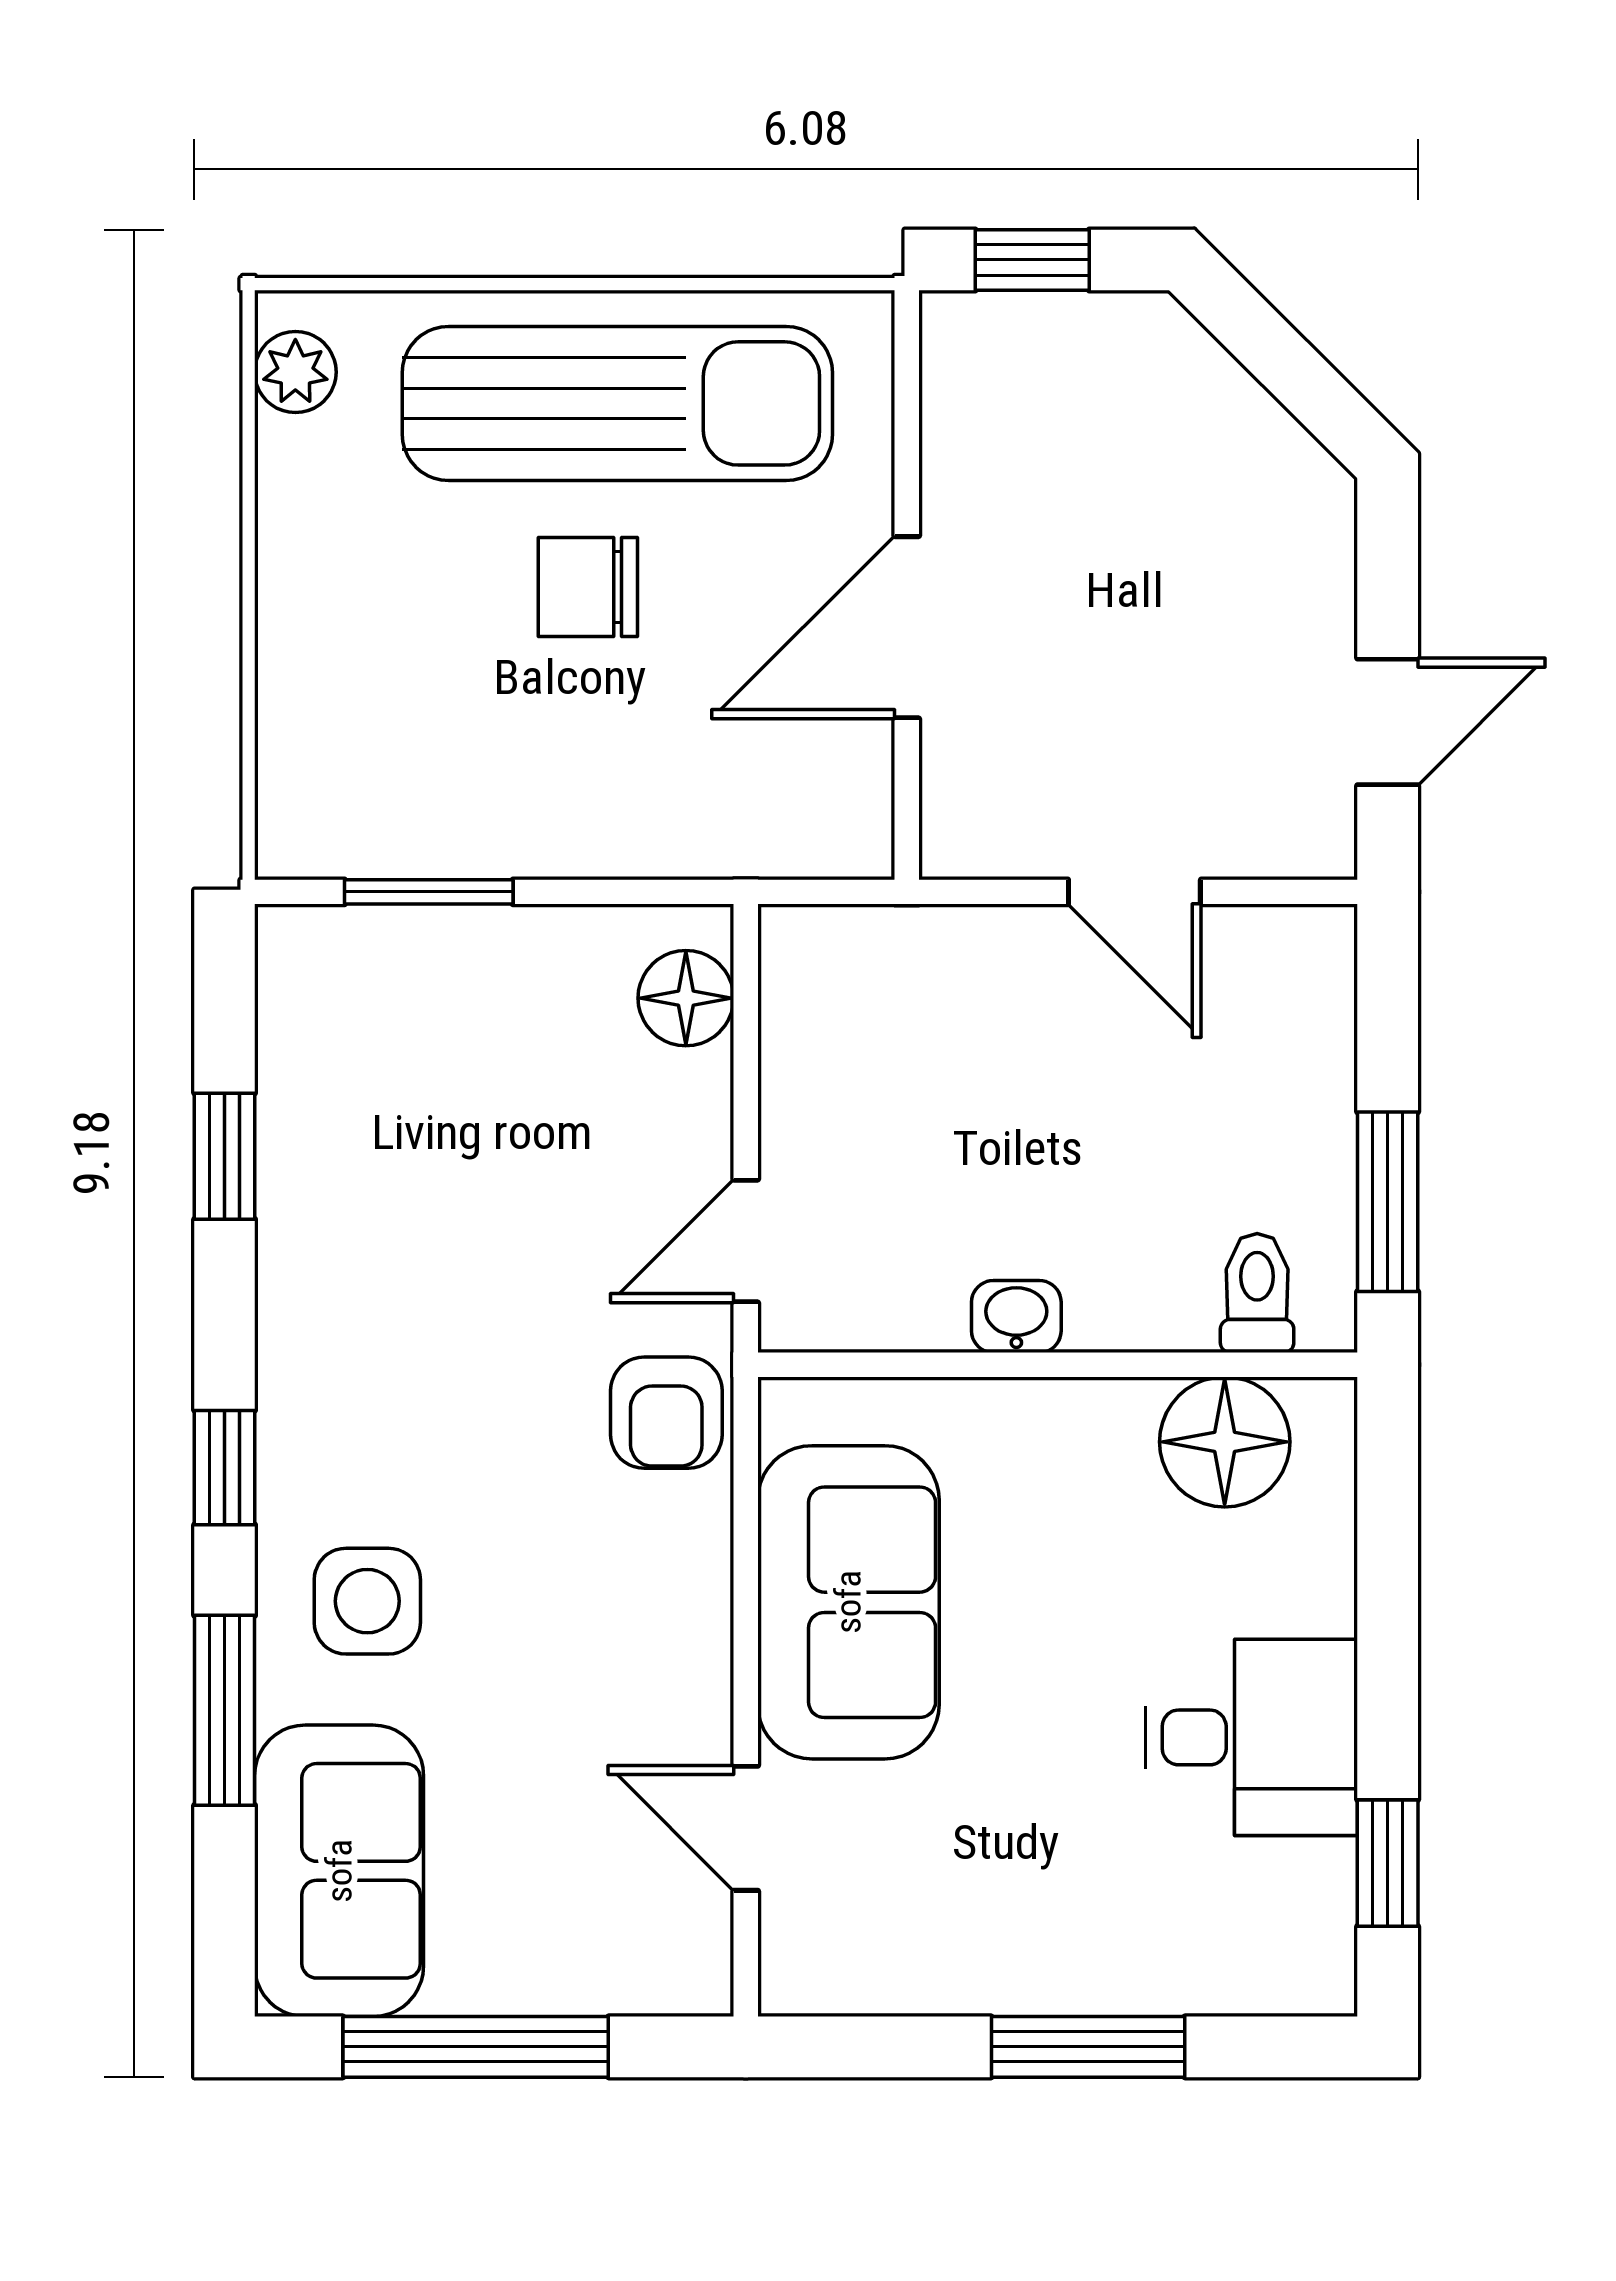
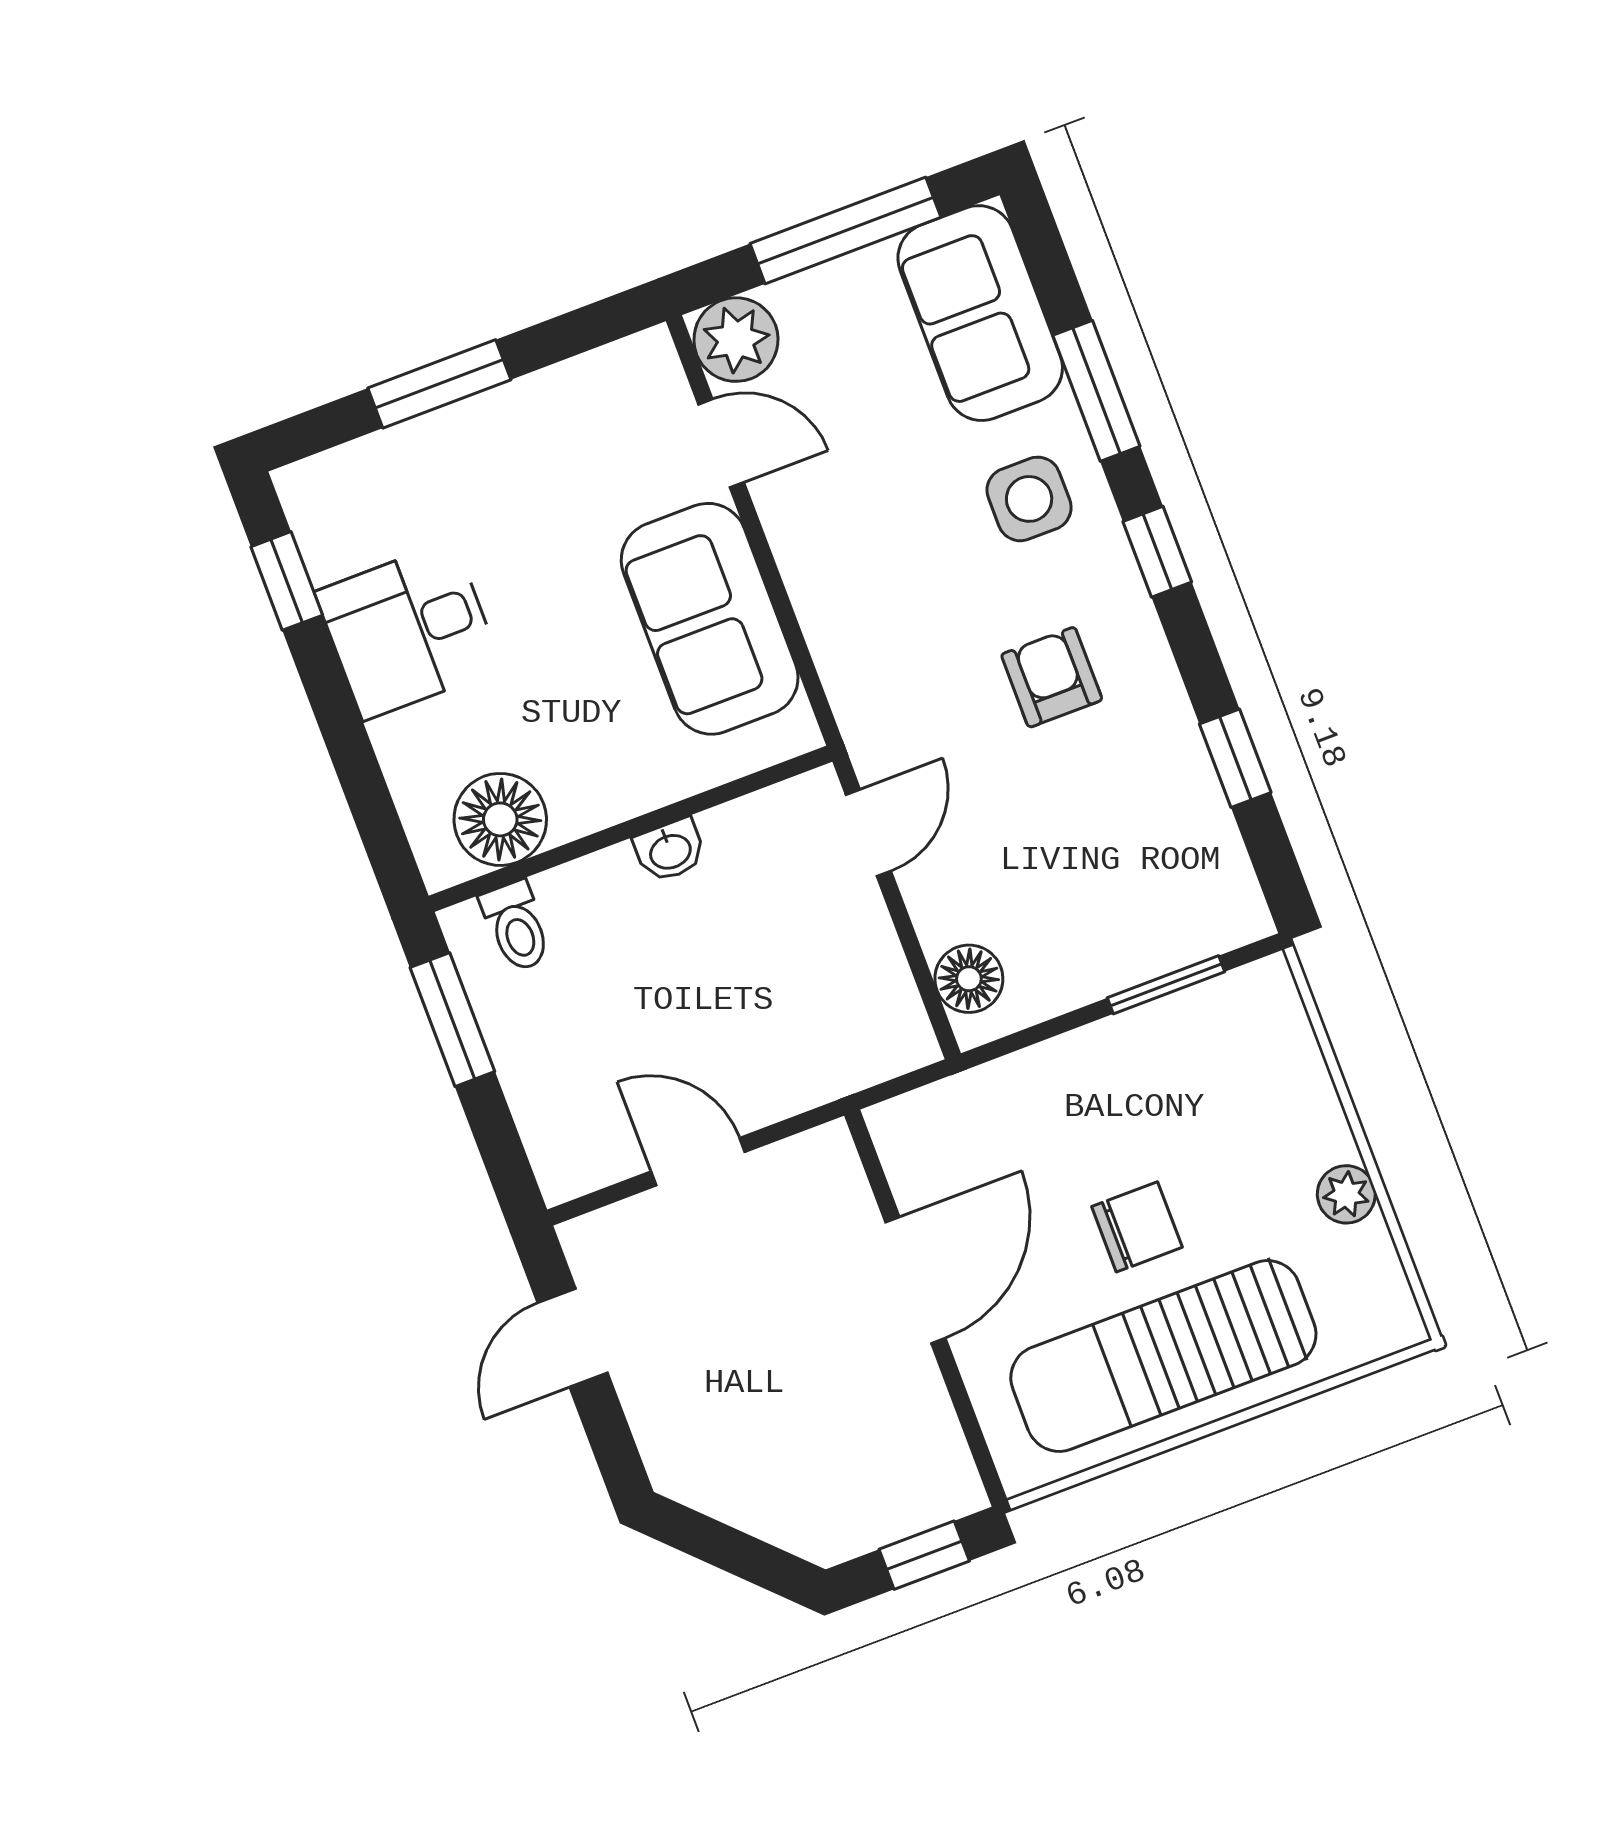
plant: (295, 372) -> (1346, 1194), moved
armchair: (666, 1413) -> (1052, 677), moved
plant: (674, 1958) -> (736, 340), added

